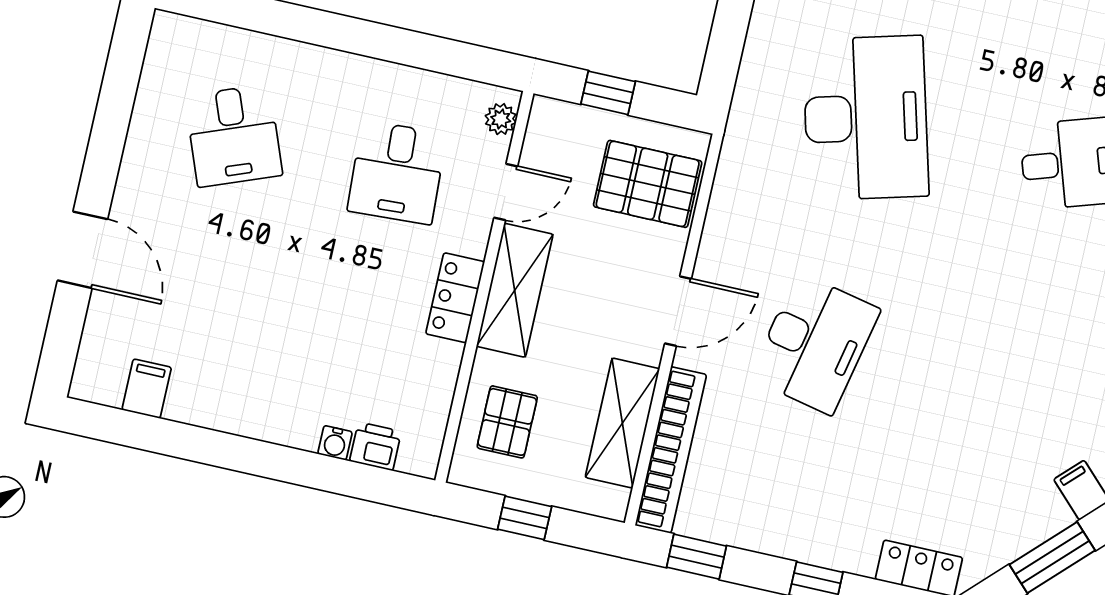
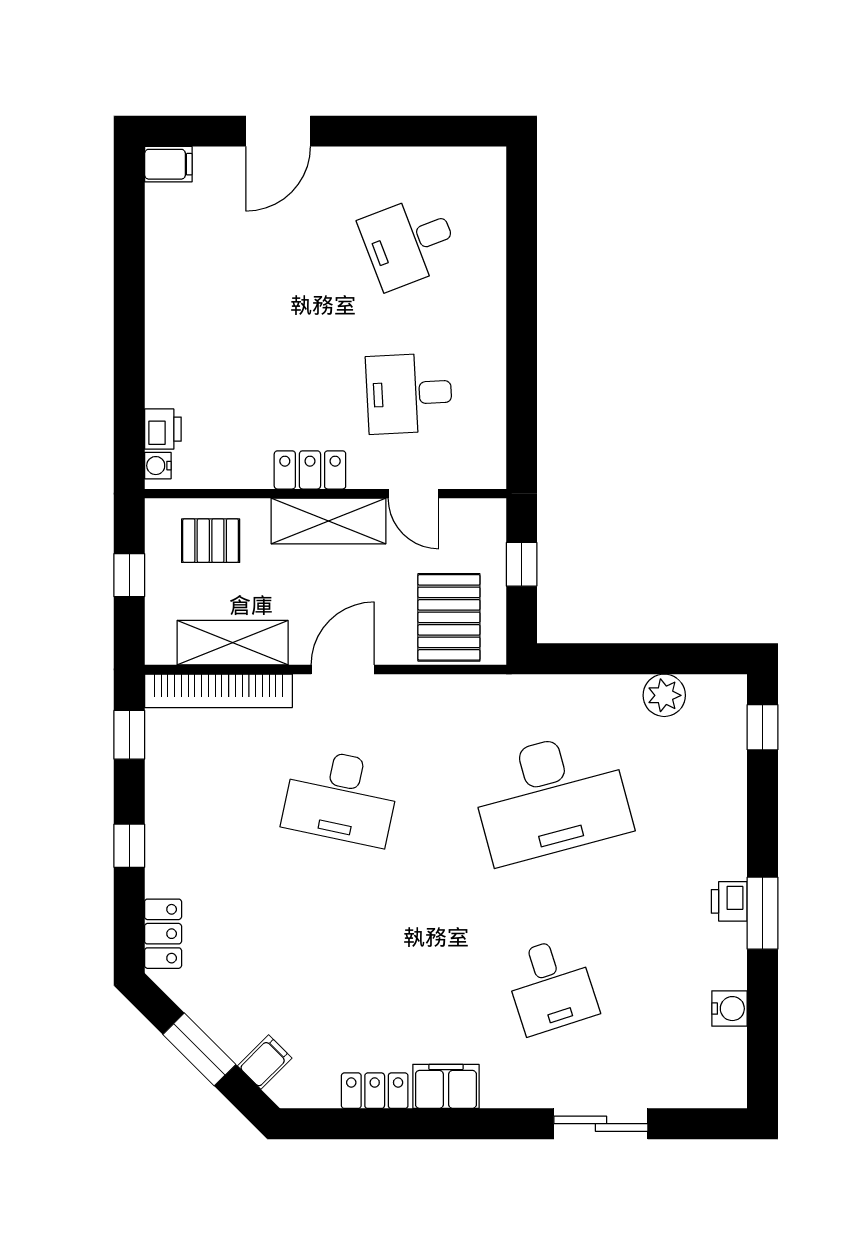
plant: (501, 119) -> (477, 475), removed
door: (678, 311) -> (343, 669), swing flipped
filing cabinet: (147, 389) -> (168, 164), moved
water cooler: (335, 443) -> (158, 466), moved

